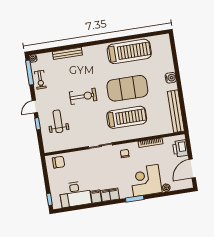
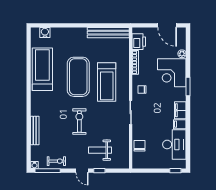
water cooler: (171, 78) -> (45, 33), moved
treadmill: (127, 117) -> (107, 82), turned 180
printer: (180, 148) -> (139, 42), moved, turned -90
chair: (59, 162) -> (139, 146), moved

